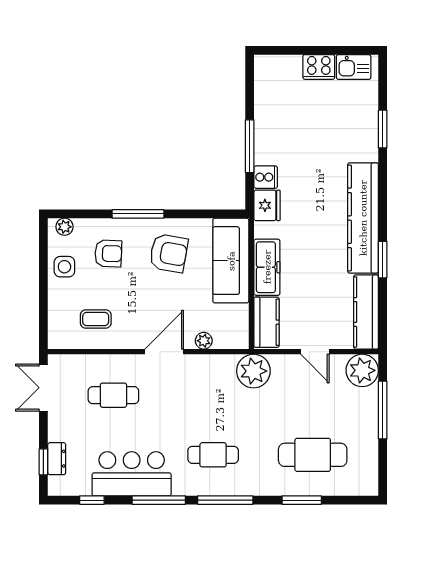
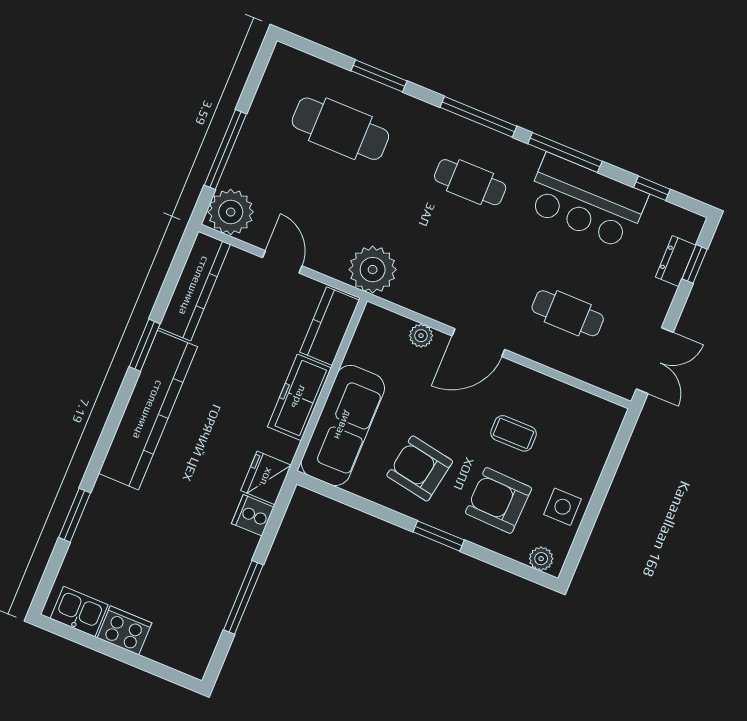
window: (250, 146) -> (243, 597), moved
window: (138, 214) -> (439, 536), width x0.69
armchair: (108, 253) -> (498, 500), width x1.38, depth x1.38
coffee table: (96, 319) -> (514, 433), moved

